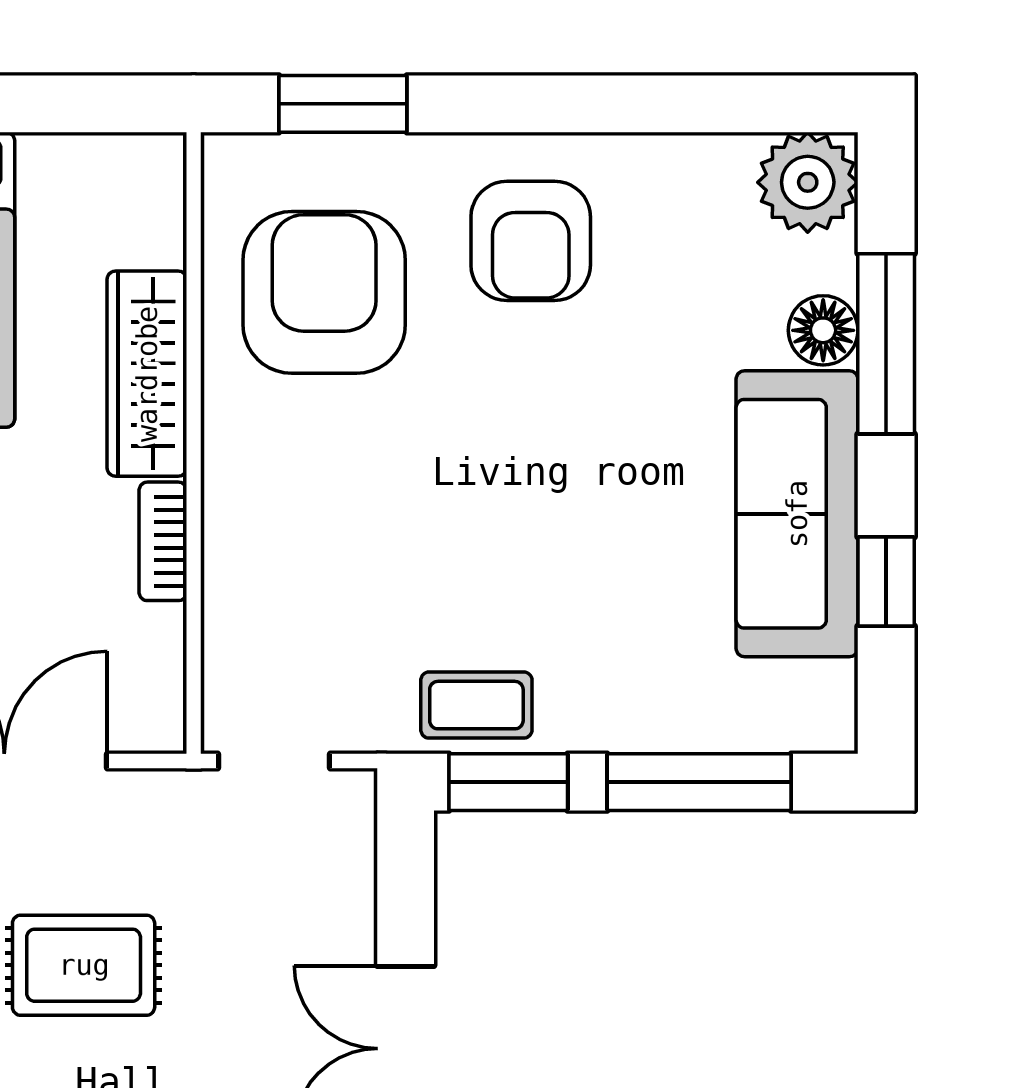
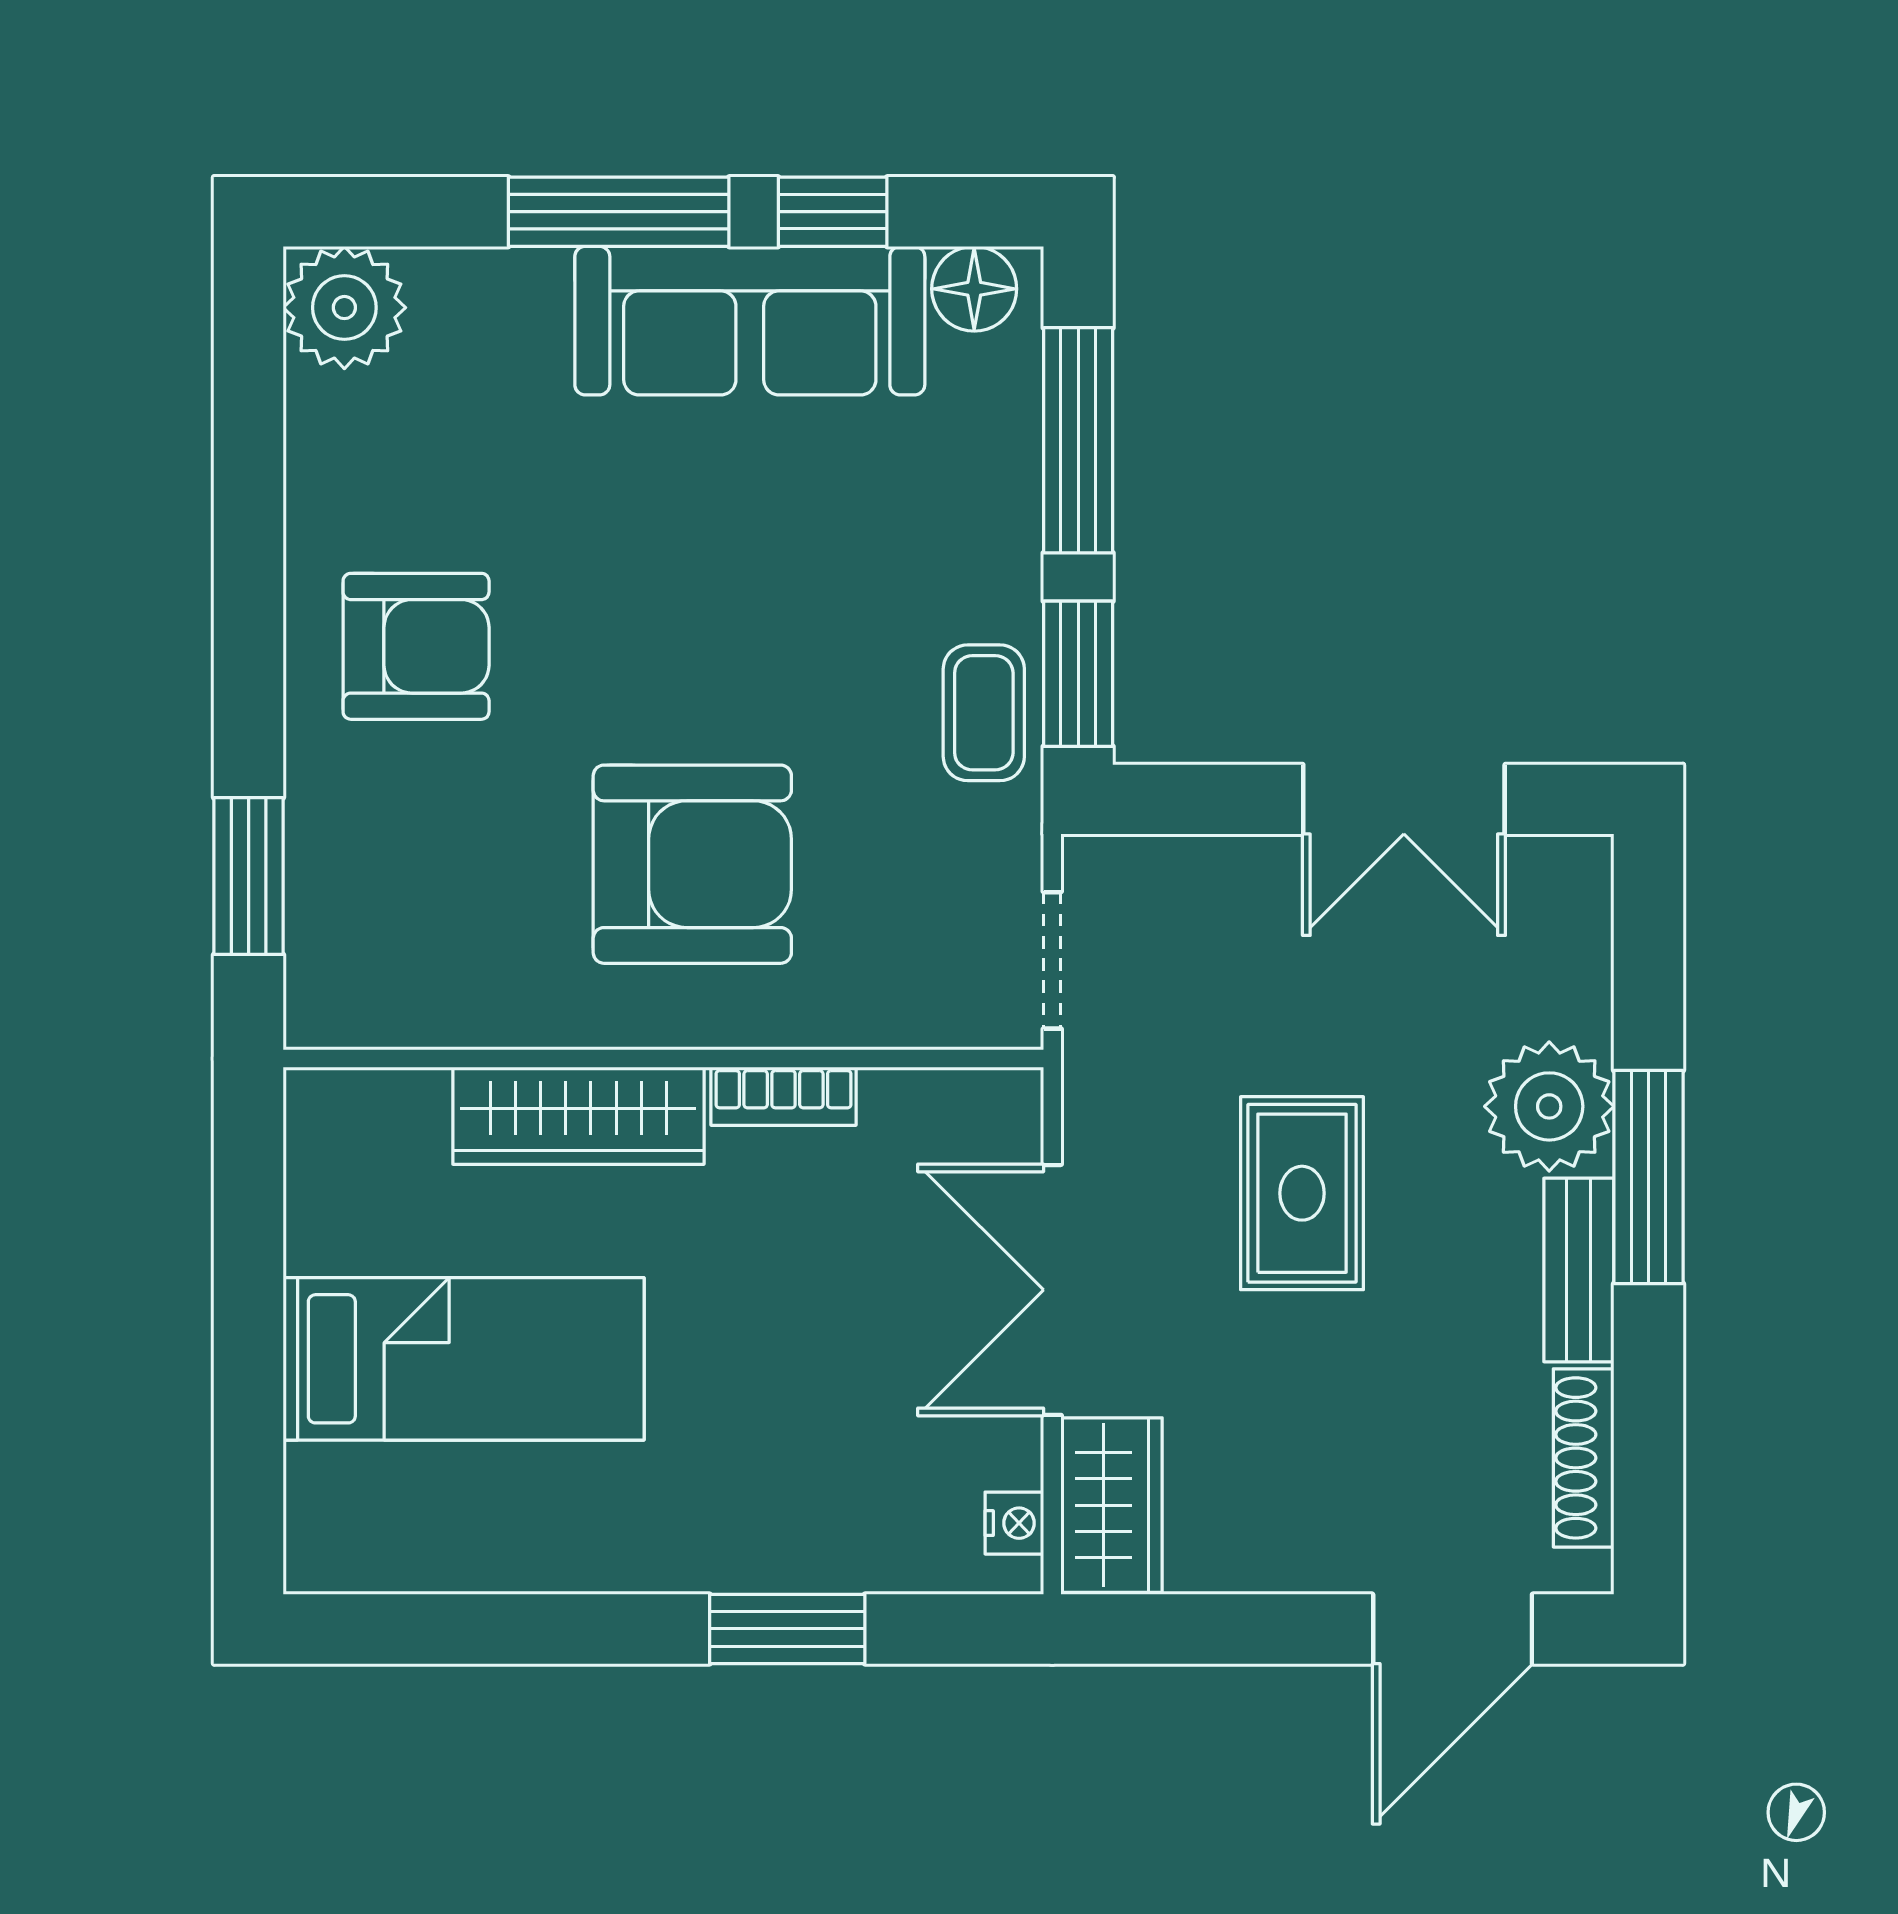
armchair: (324, 292) -> (692, 864), moved, turned 180
floor lamp: (823, 330) -> (974, 289), moved
window: (886, 344) -> (619, 212), moved

